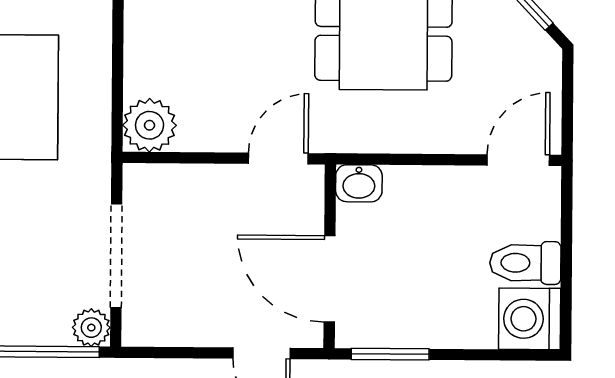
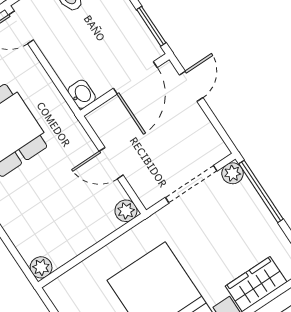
plant: (150, 125) -> (126, 211), width x0.73, depth x0.73
door: (278, 158) -> (111, 163), moved

